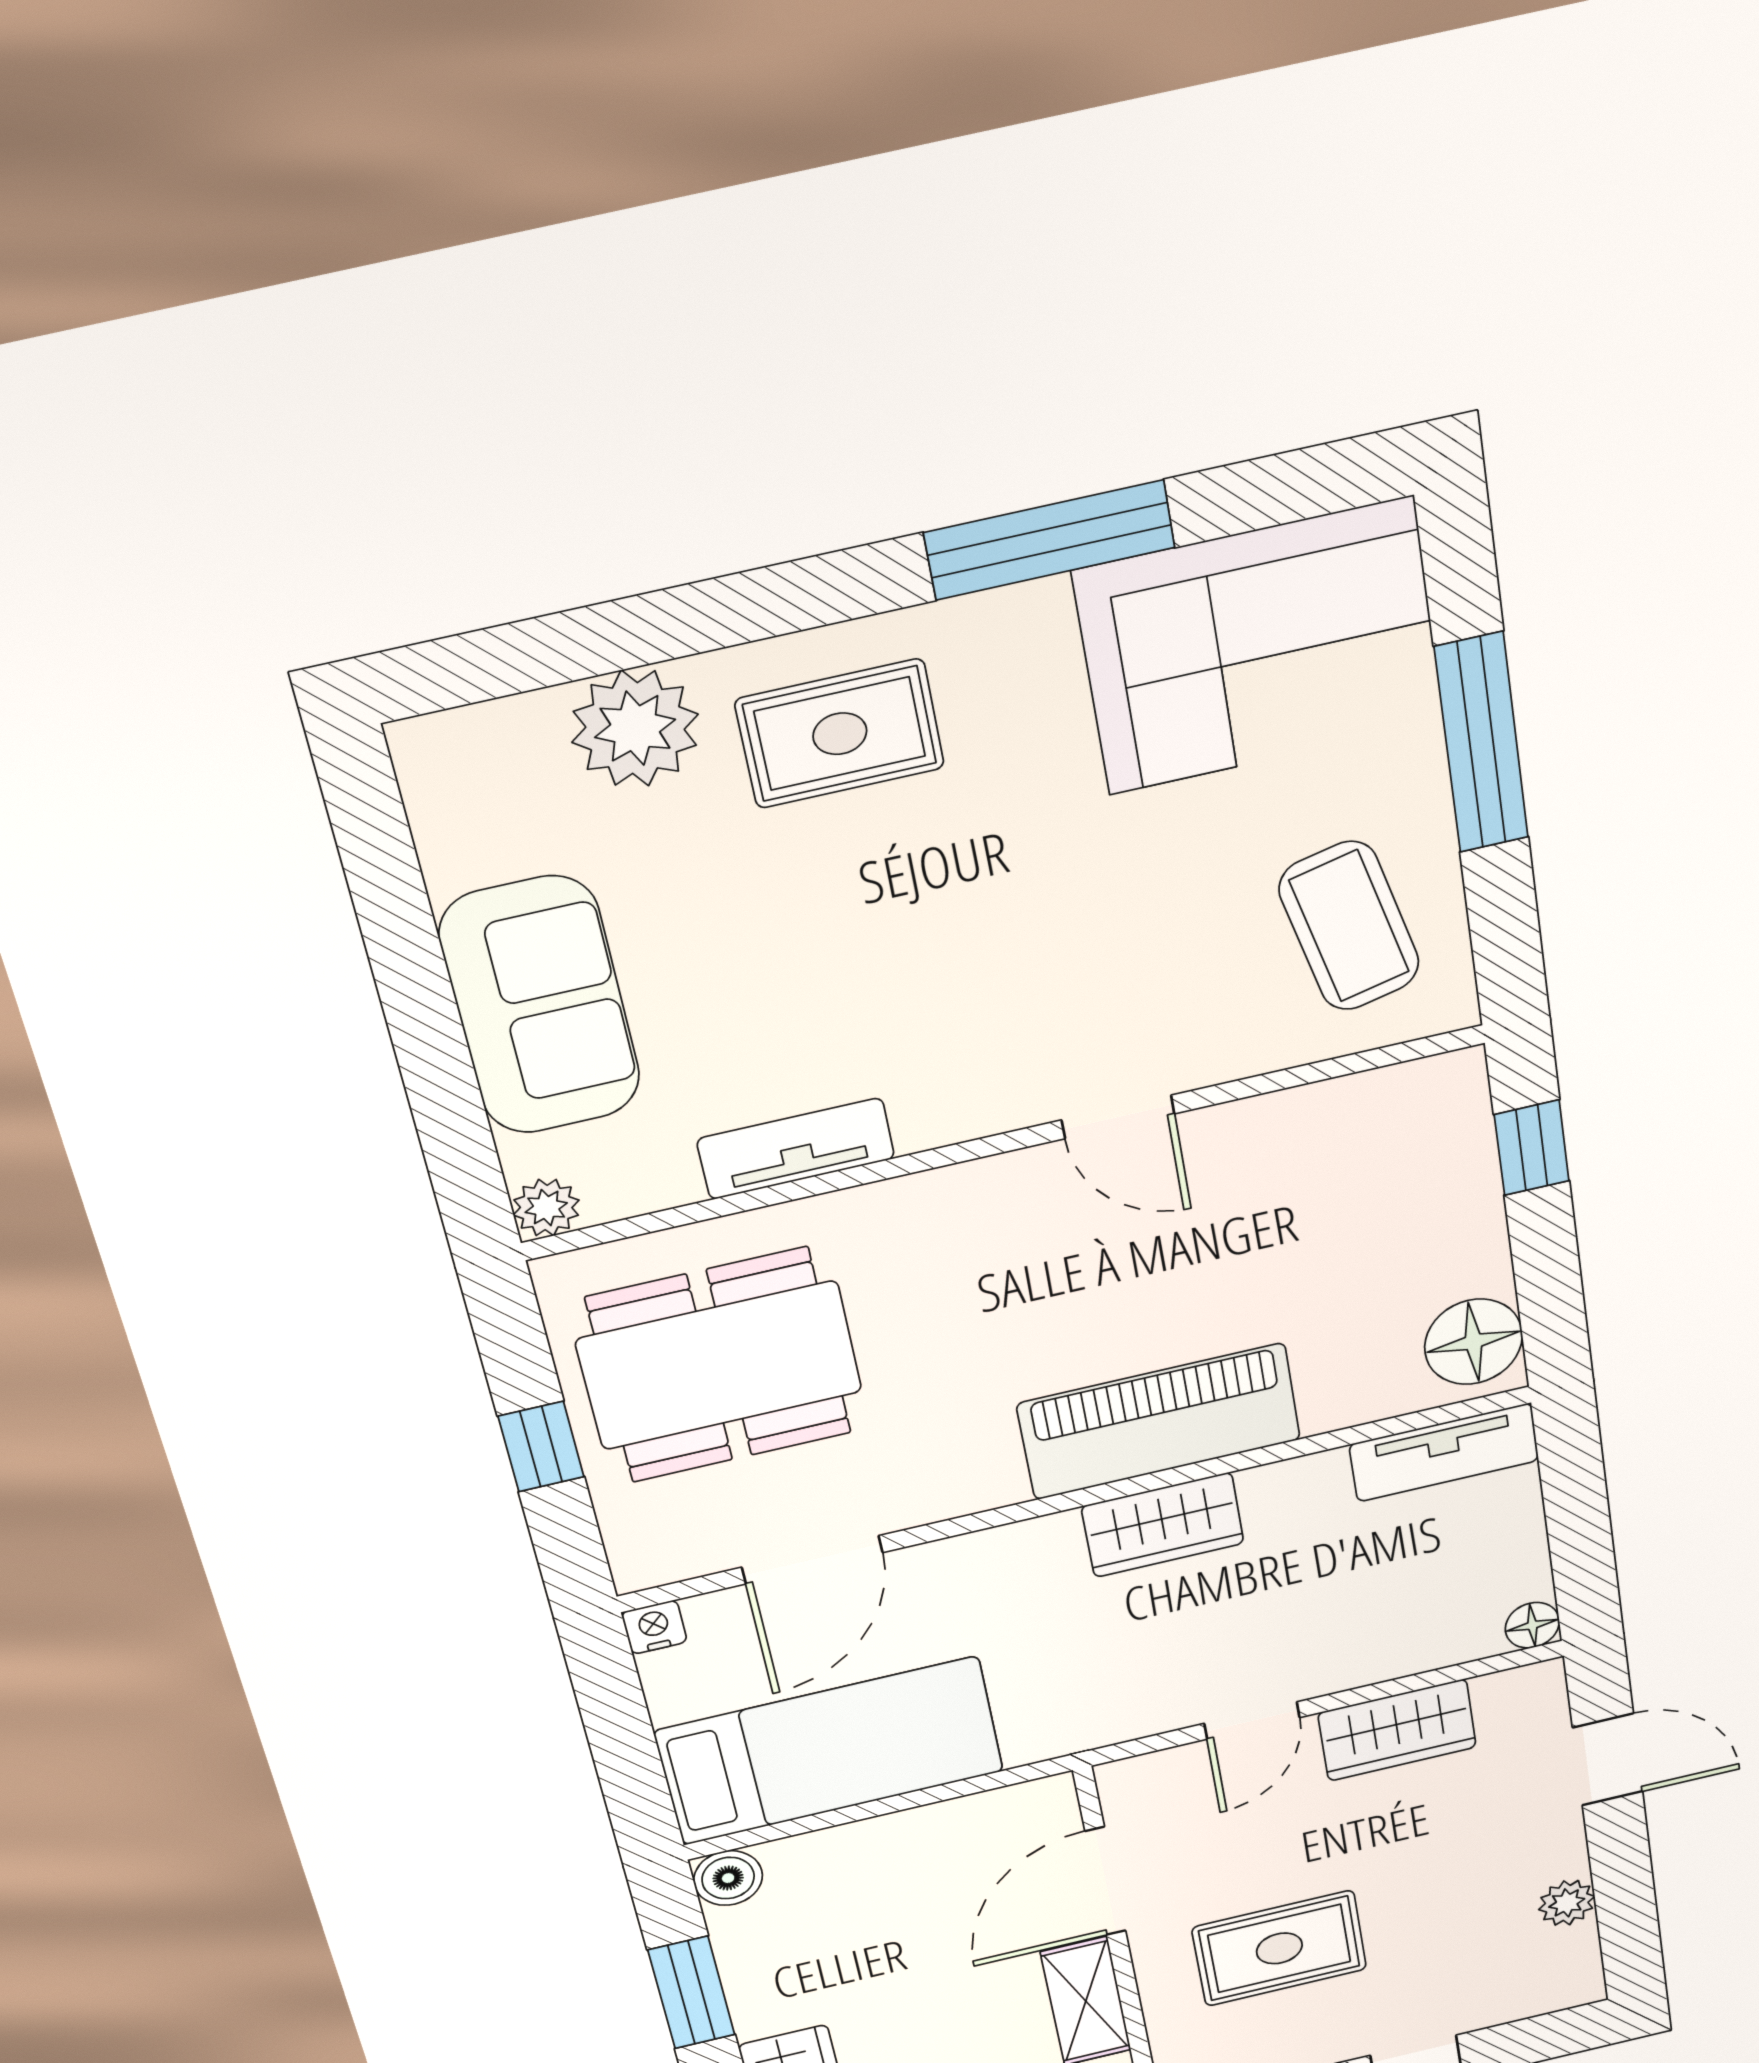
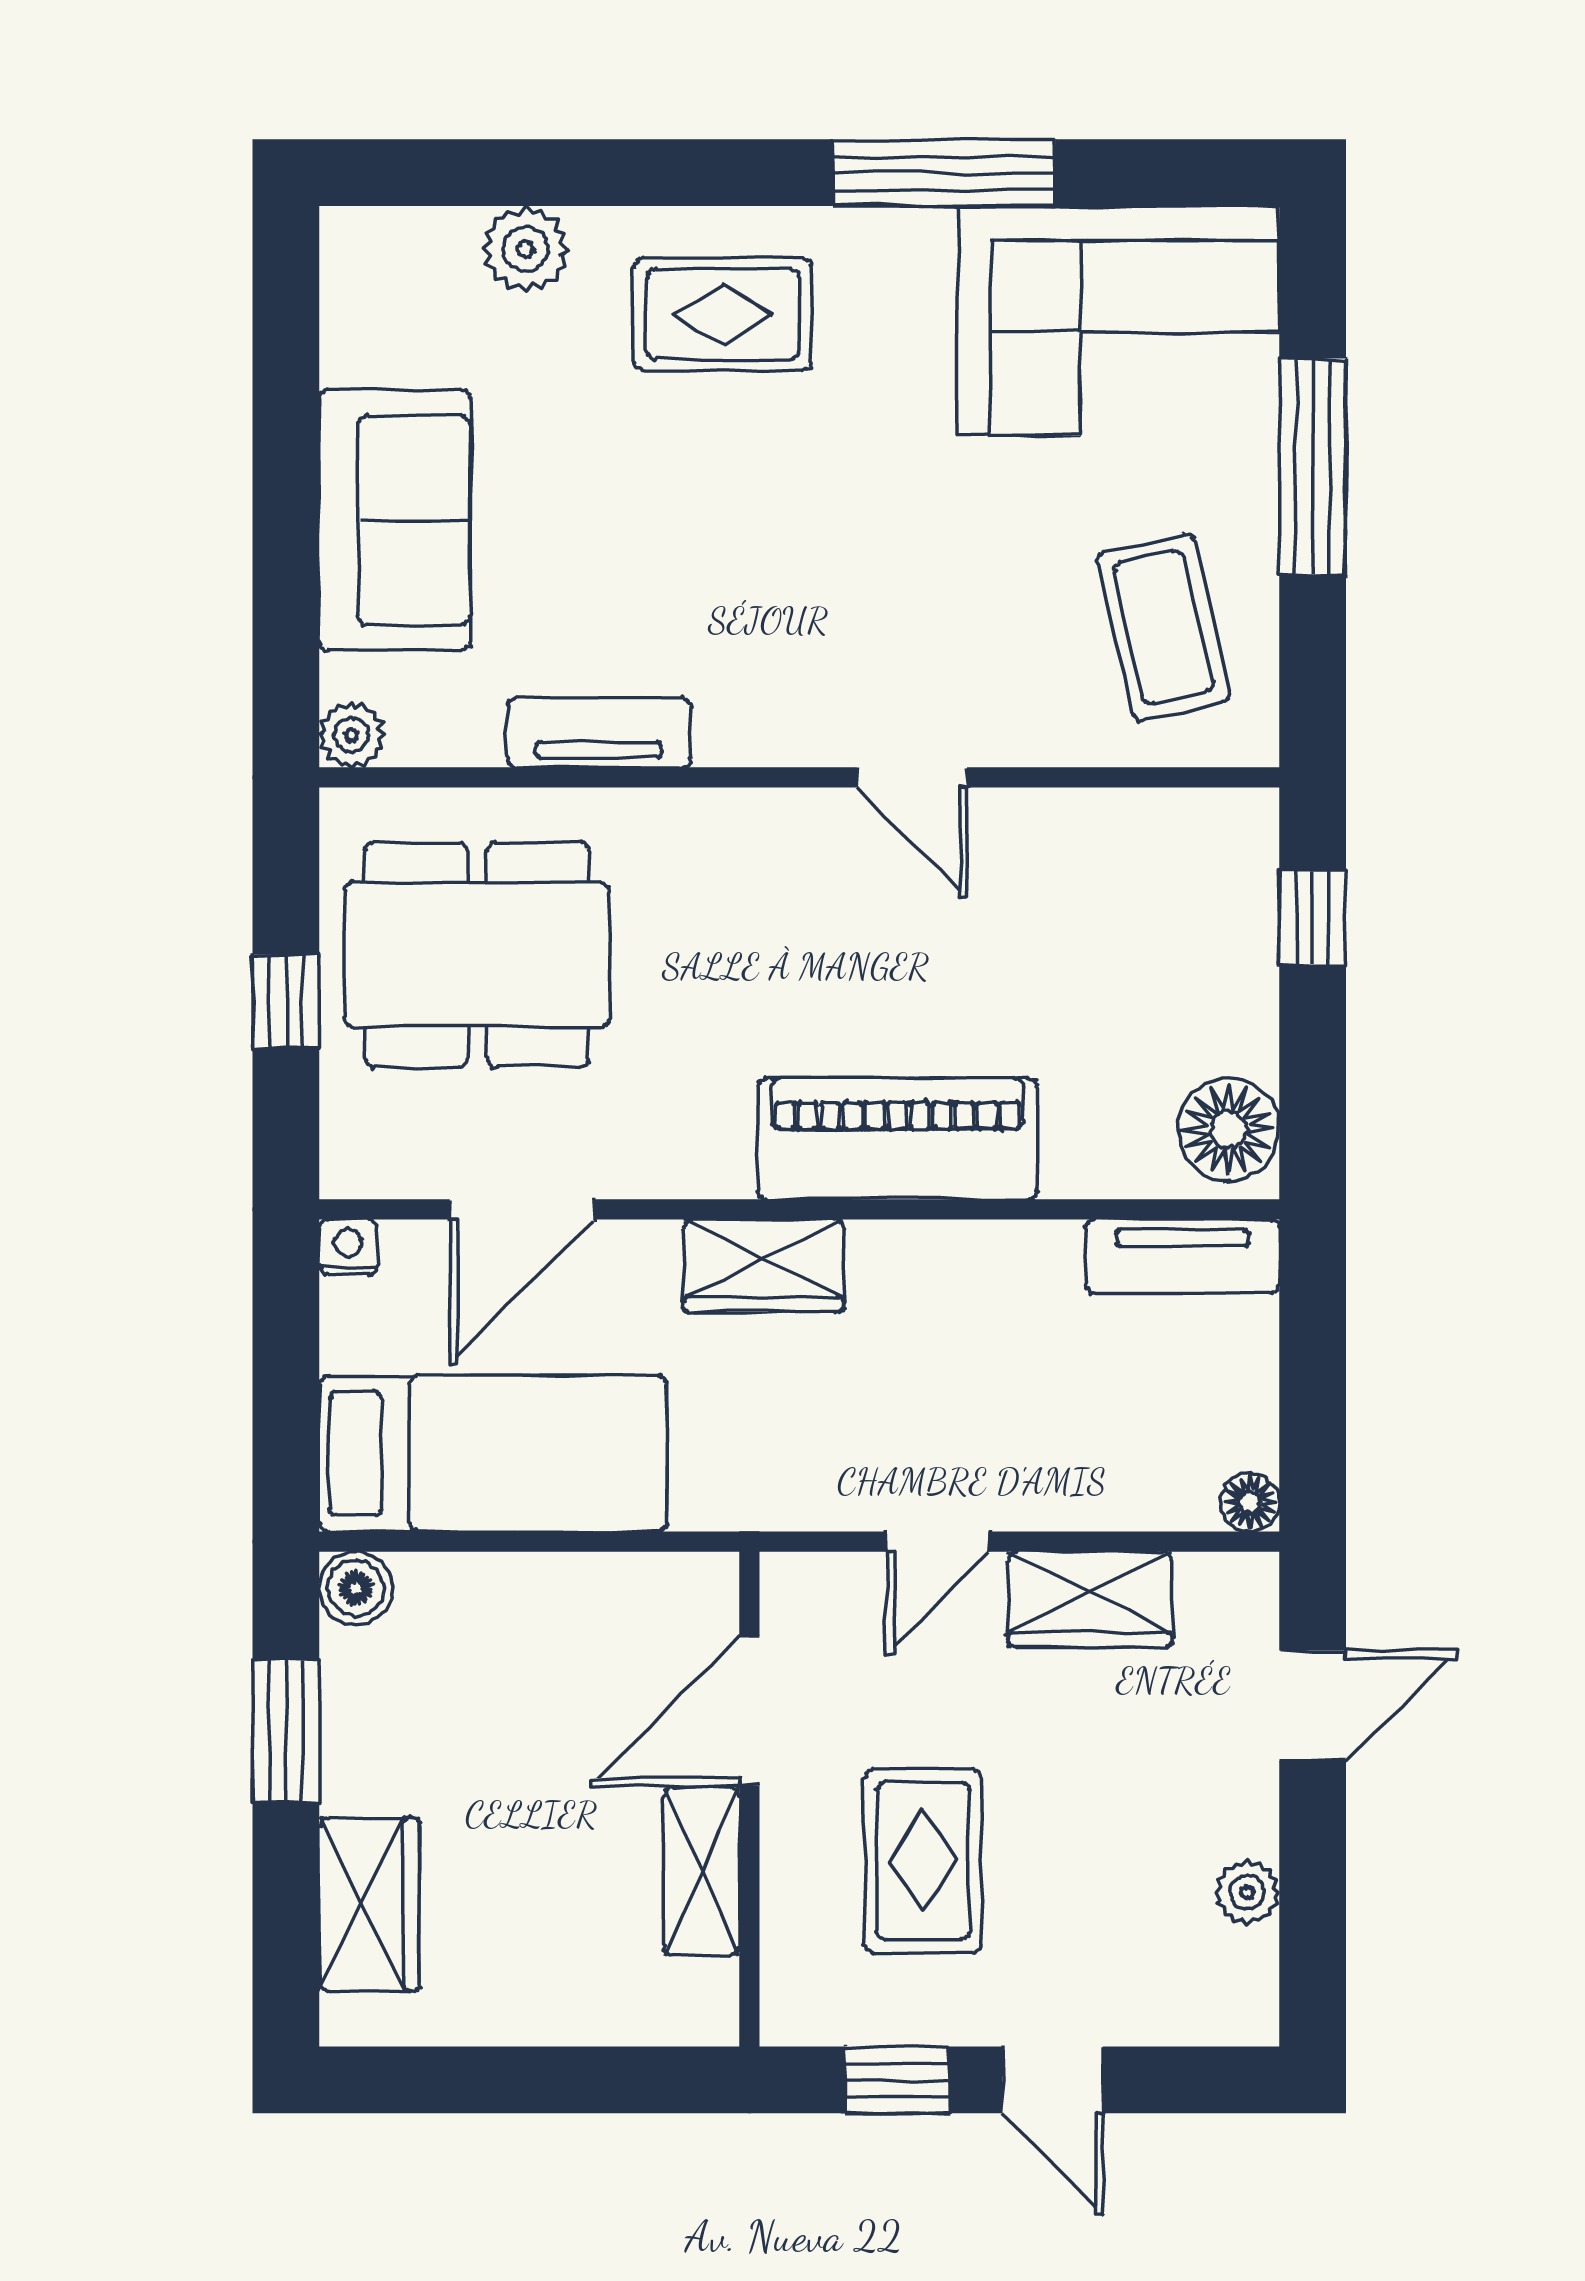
plant: (635, 728) -> (526, 249), width x0.73, depth x0.73
wardrobe: (1163, 1525) -> (764, 1266), moved
door: (1608, 1760) -> (1313, 1706), hinge flipped
rug: (1279, 1948) -> (923, 1861), turned 90

